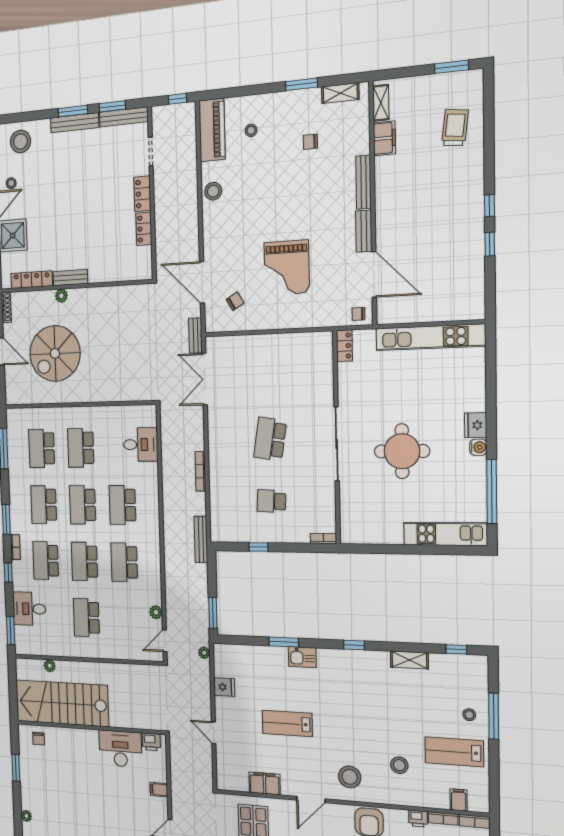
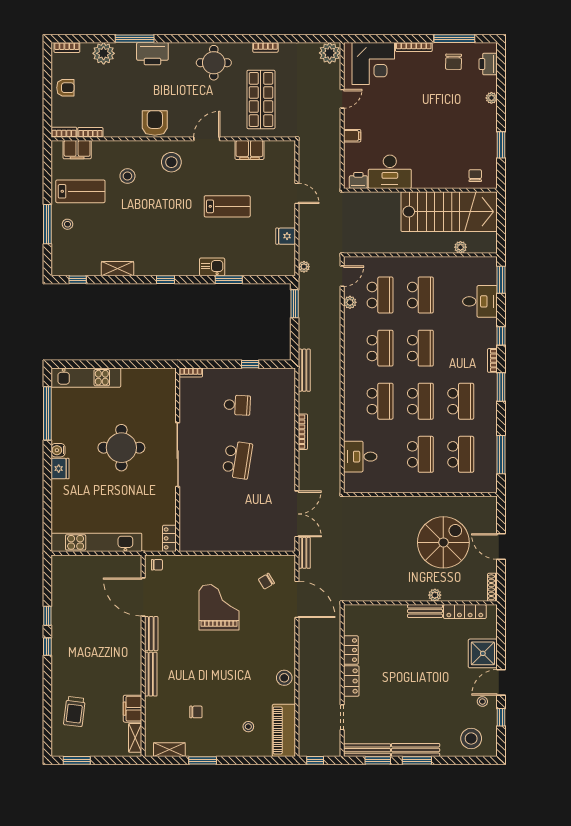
school desk: (46, 561) -> (380, 295), moved
filing cabinet: (459, 800) -> (77, 150), width x2.00
printer: (418, 819) -> (112, 130), removed

